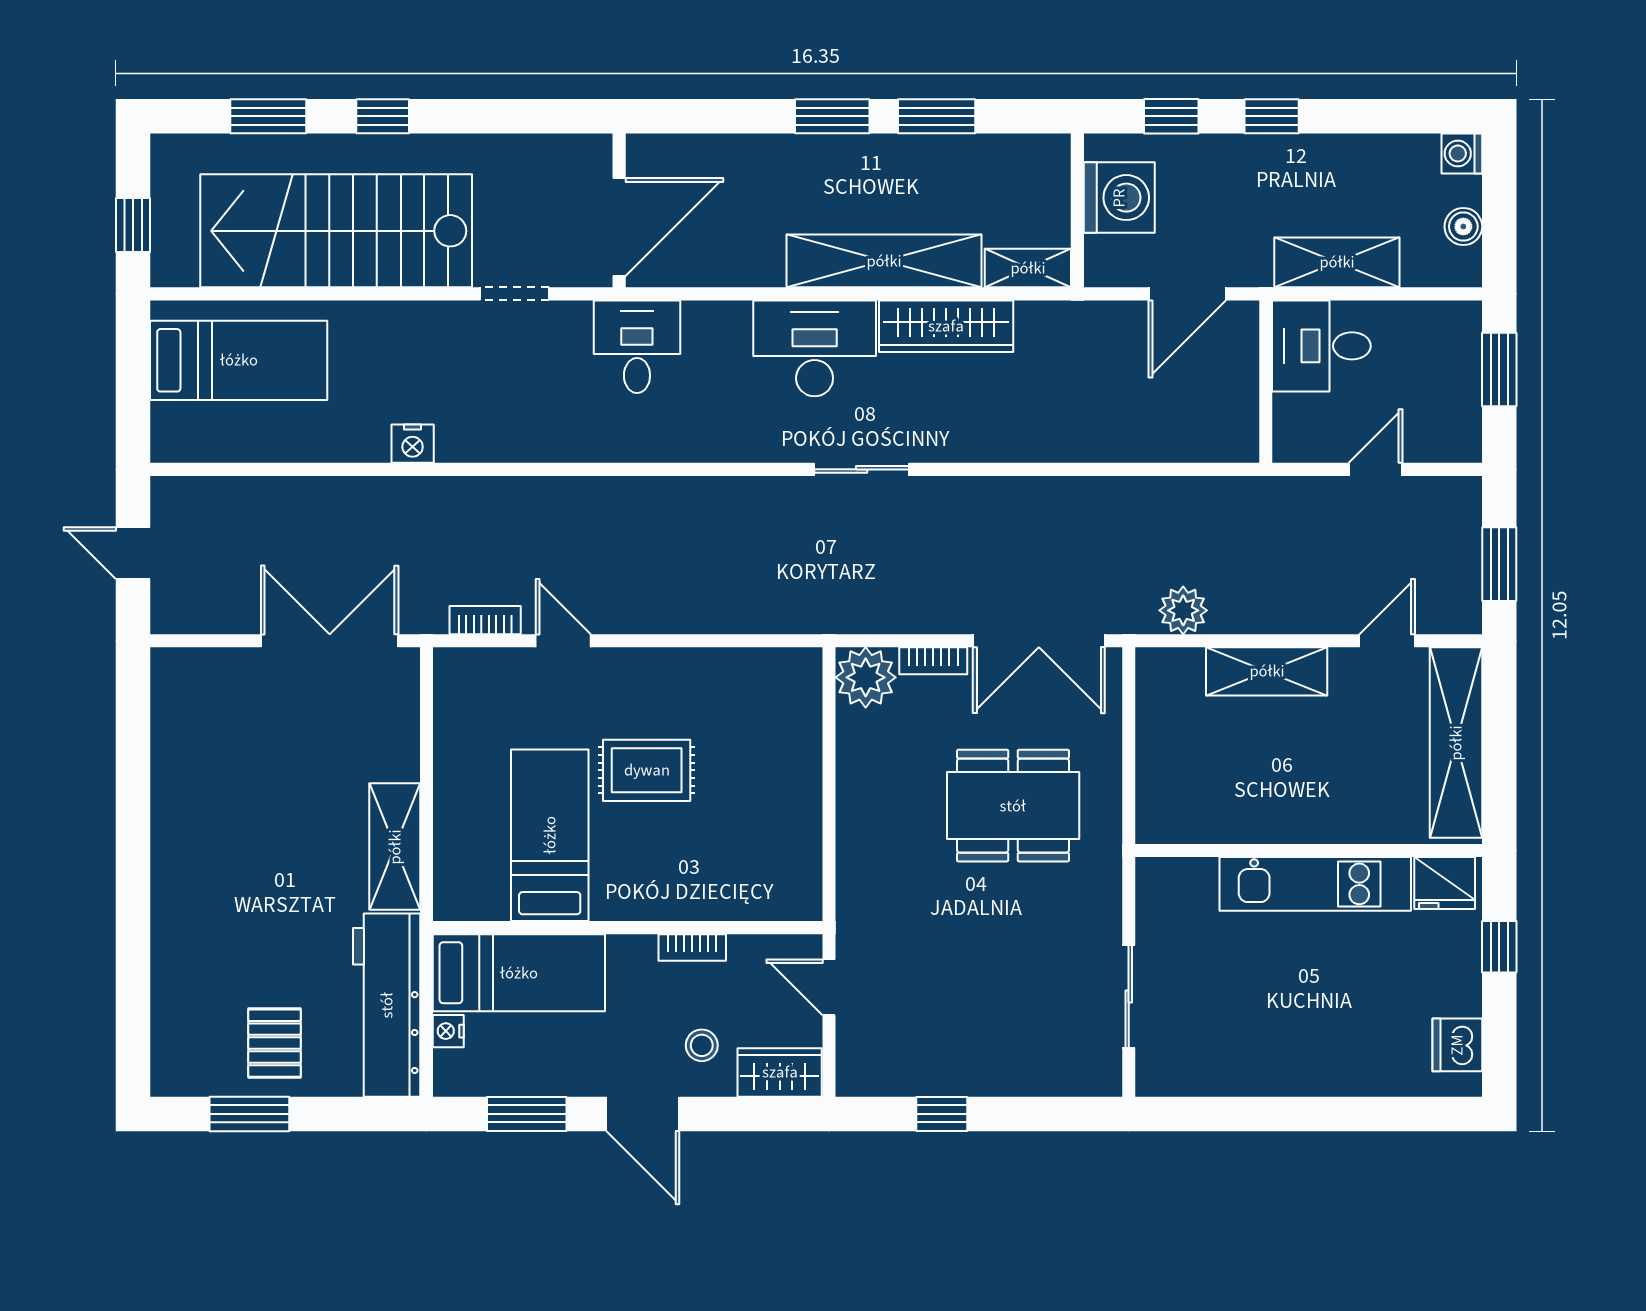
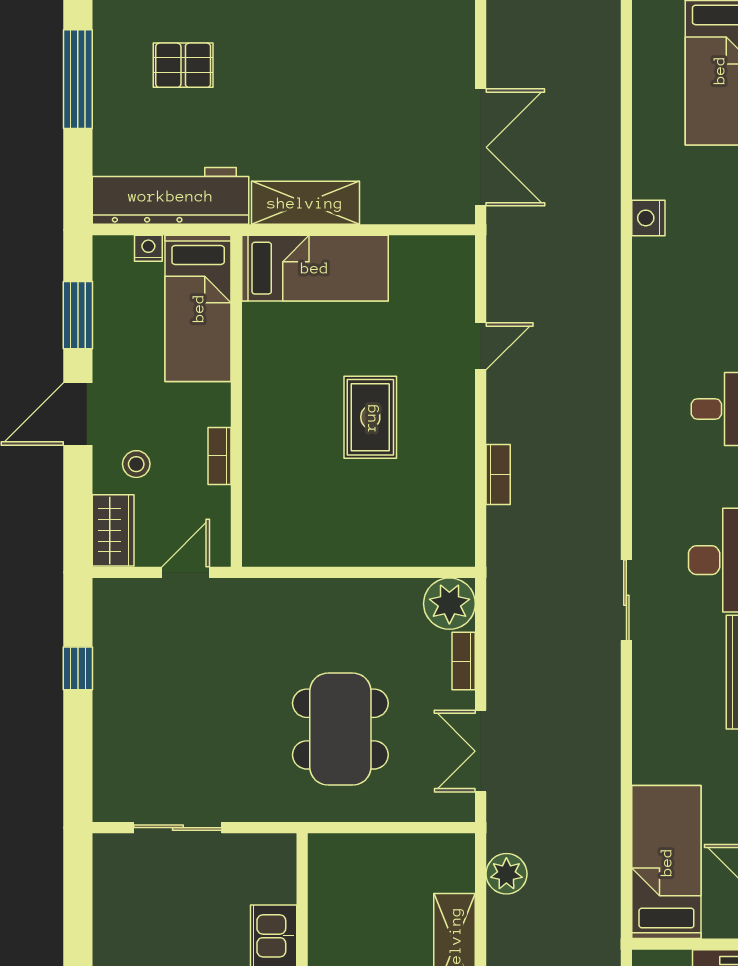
bed: (1169, 422) -> (666, 862), added
bookcase: (485, 620) -> (498, 474), moved
double door: (1039, 641) -> (481, 751), width x0.73
bed: (550, 835) -> (315, 268), moved
pallet: (274, 1043) -> (183, 65), moved
window: (249, 1114) -> (78, 79), width x1.44

